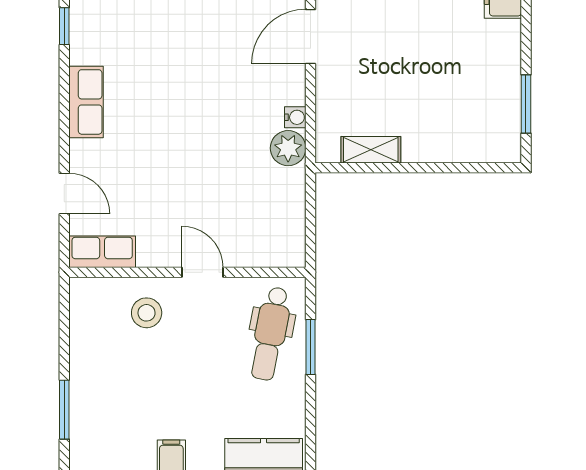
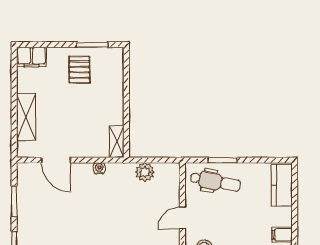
pallet: (479, 80) -> (79, 70), added
plant: (288, 148) -> (145, 172), moved
shelving: (371, 150) -> (117, 142), moved

